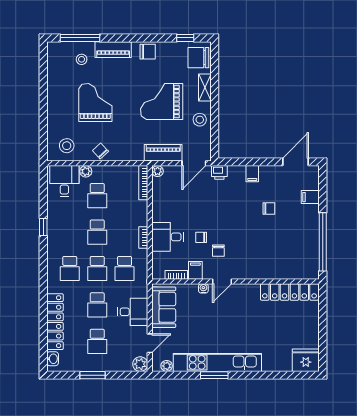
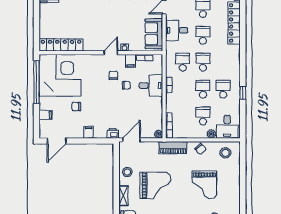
piano: (163, 153) -> (173, 148), moved
corner desk: (291, 251) -> (60, 75), added
school desk: (70, 269) -> (223, 89), moved

